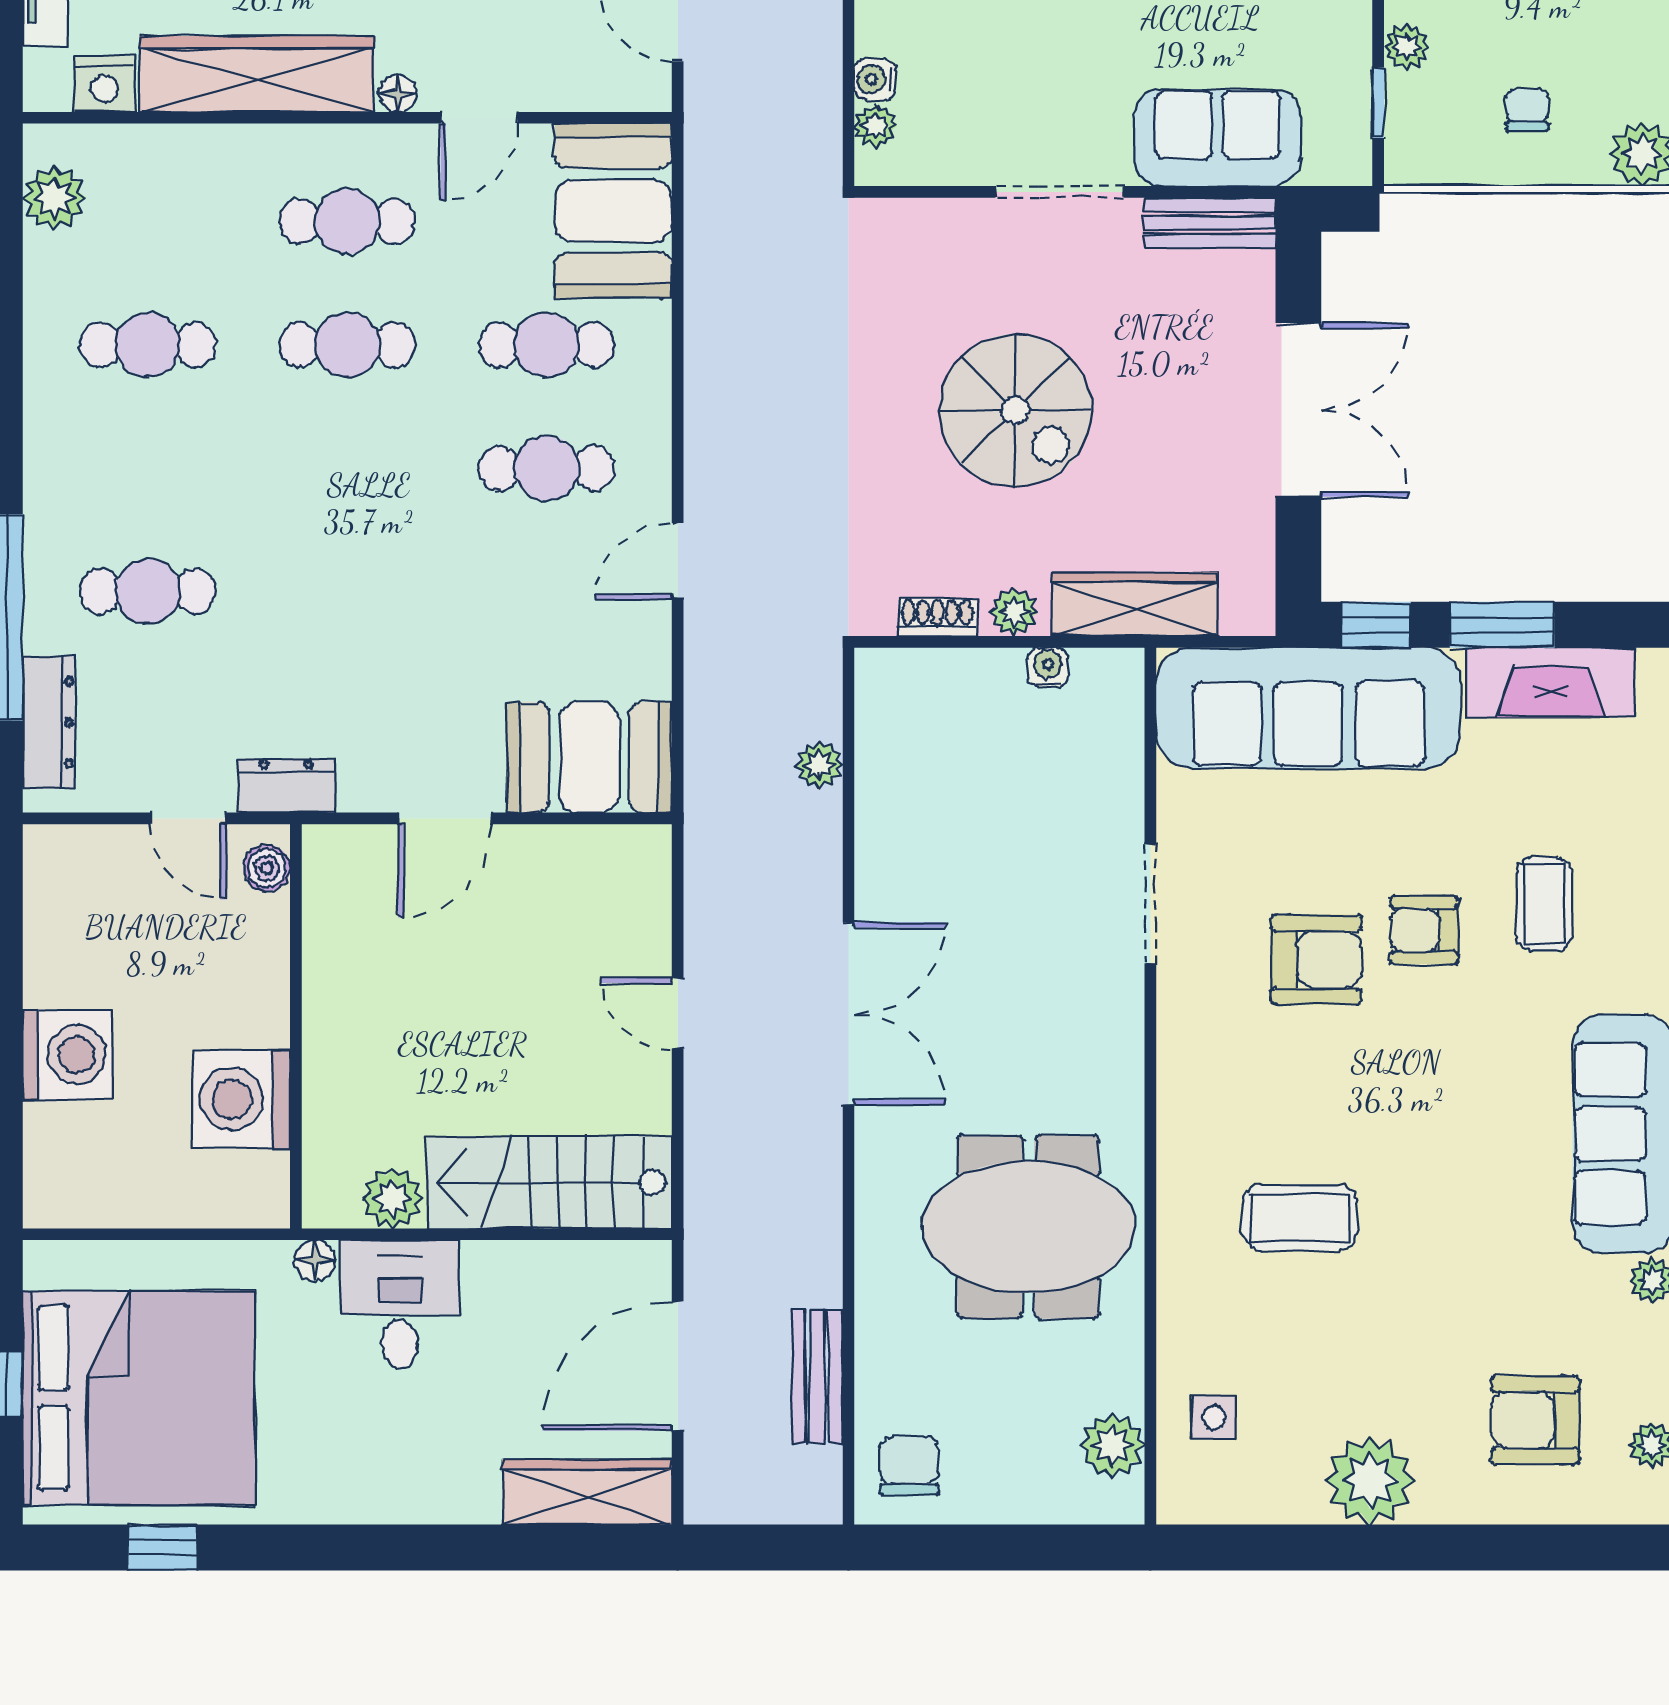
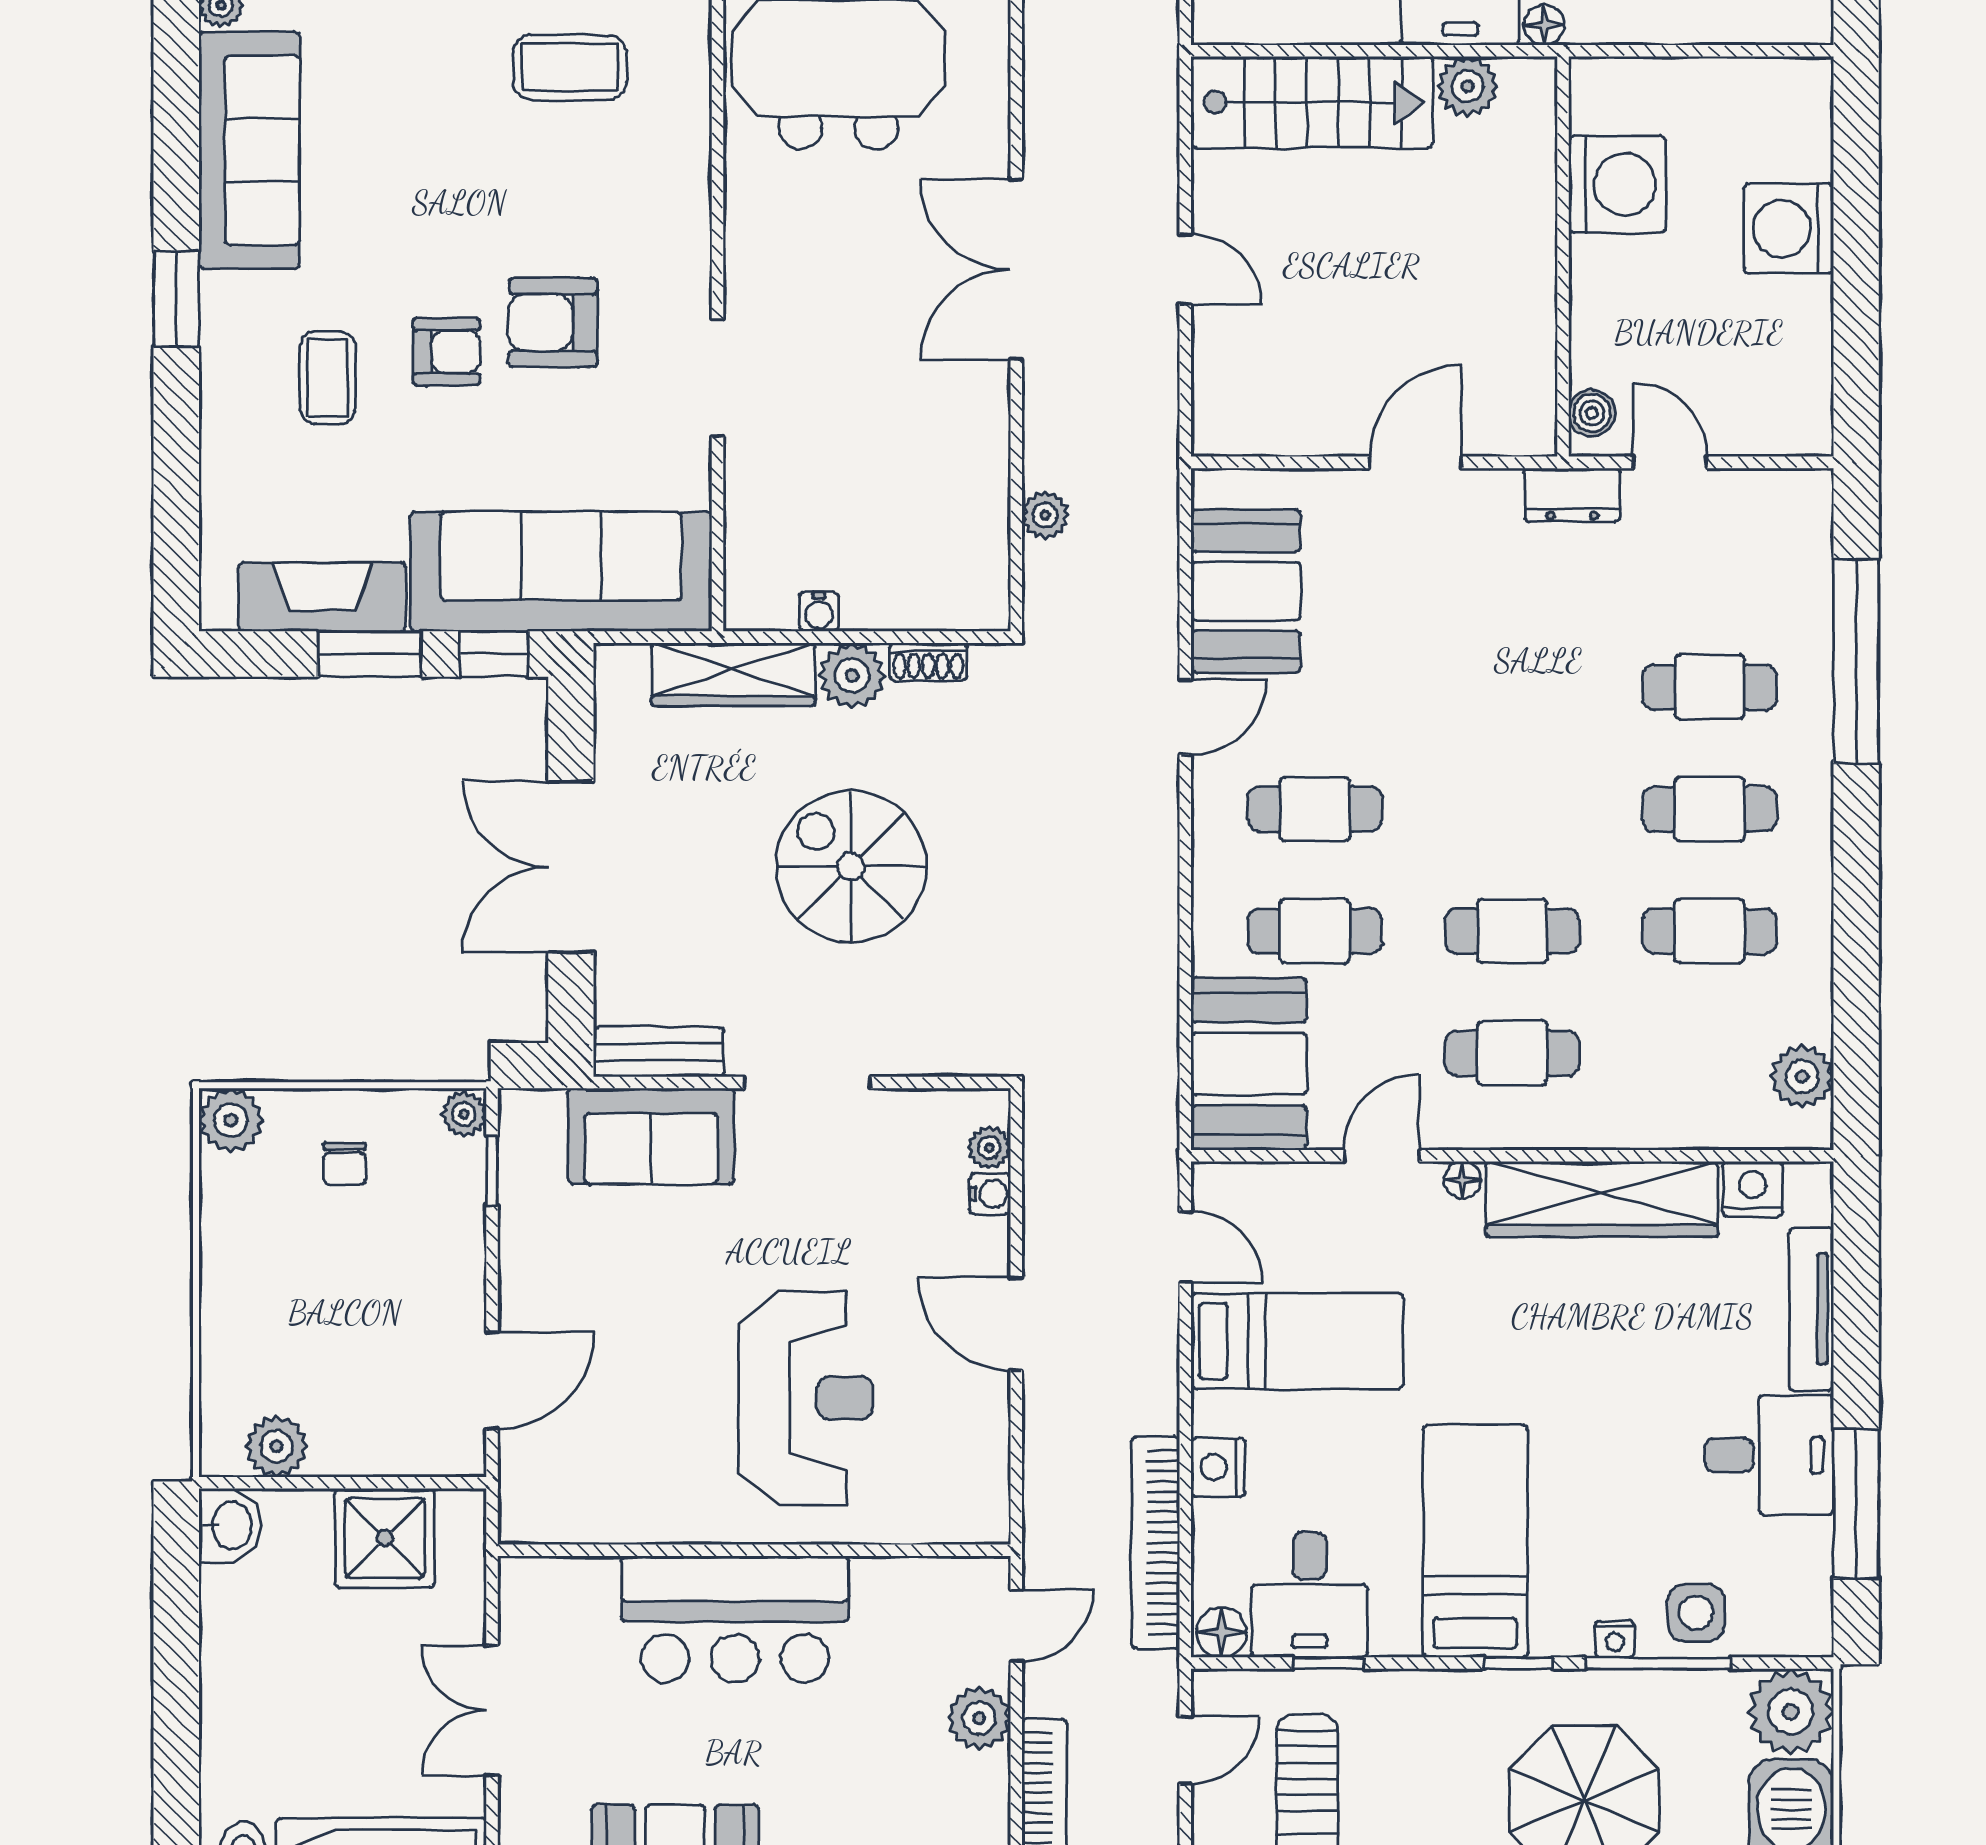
plant: (1406, 47) -> (464, 1114), moved
cafe table: (148, 468) -> (1710, 809), added
plant: (1014, 612) -> (852, 676), width x1.38, depth x1.38
dresser: (49, 722) -> (1808, 557), removed
booth: (589, 757) -> (1246, 591), moved, turned 90

